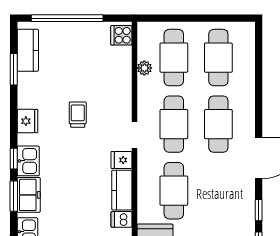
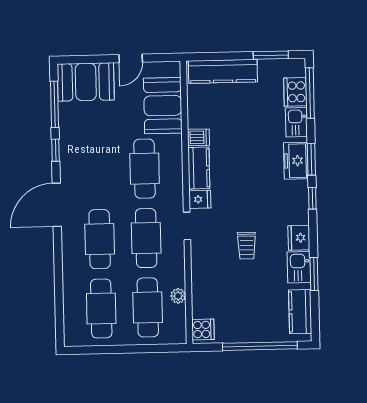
window: (14, 69) -> (314, 274), moved
kitchen sink: (28, 161) -> (299, 267), moved

